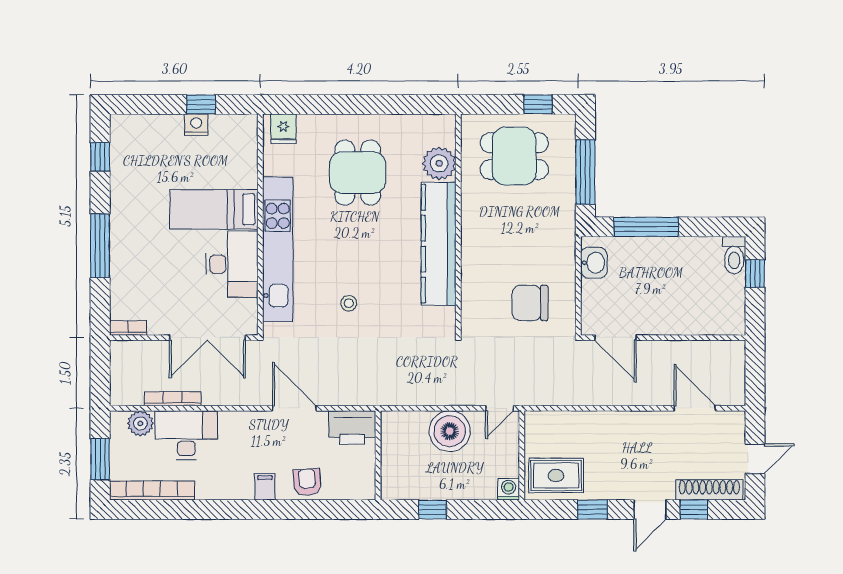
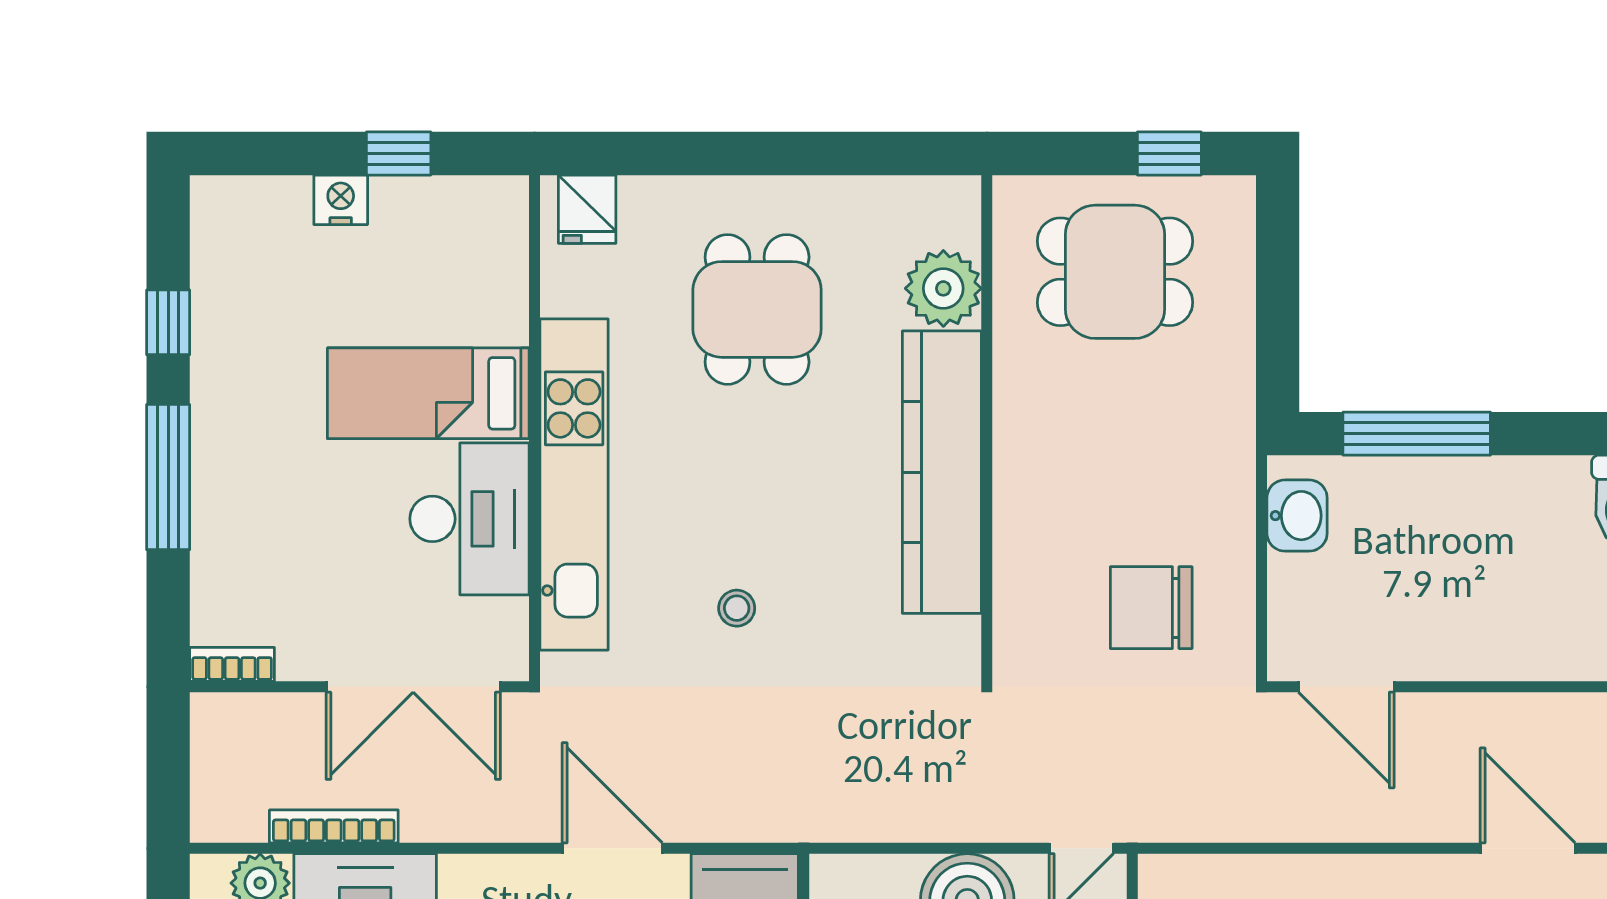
nightstand: (196, 125) -> (341, 200), moved
window: (100, 157) -> (168, 322), moved
window: (585, 172) -> (1278, 308), removed

